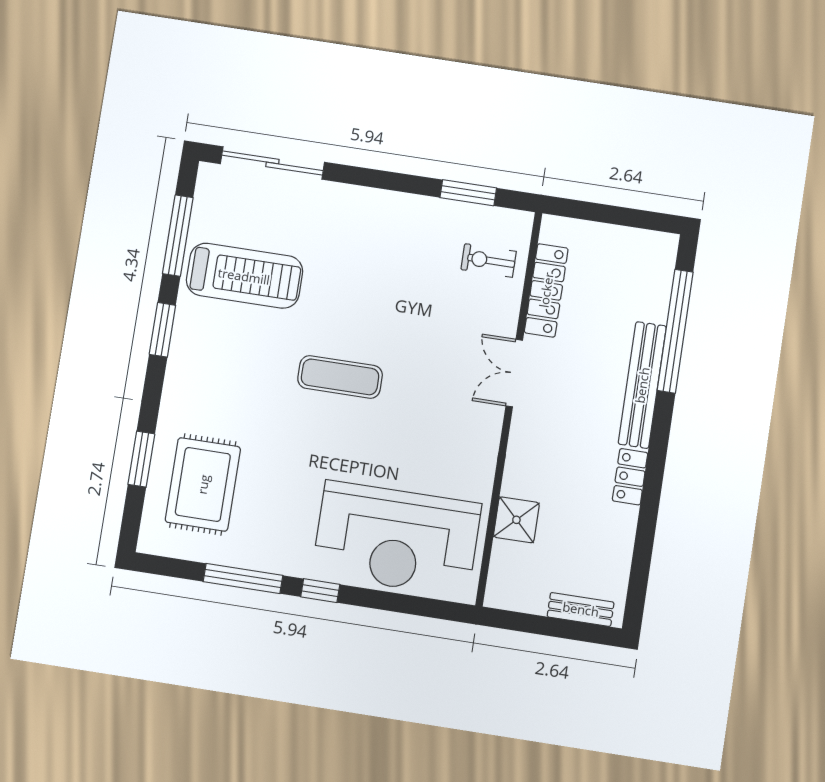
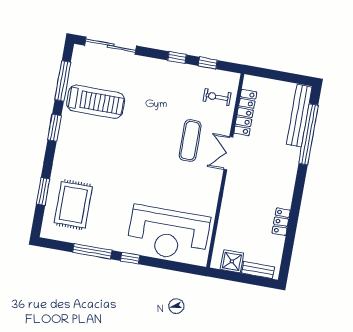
window: (406, 183) -> (177, 57), added
window: (468, 193) -> (208, 63), width x0.67
exercise mat: (340, 377) -> (190, 141), moved, turned 90
bench: (642, 385) -> (299, 116), moved
locker: (630, 477) -> (281, 222), moved
shower: (516, 520) -> (232, 261), moved

